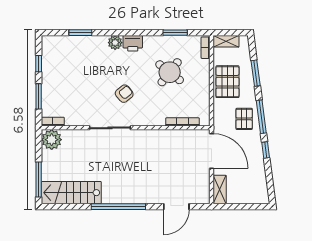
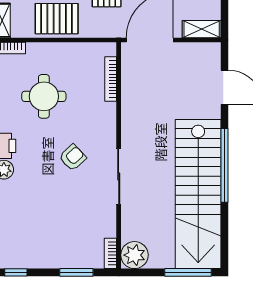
window: (39, 64) -> (16, 272), moved
round table: (170, 72) -> (44, 96), turned -38
armchair: (124, 94) -> (73, 157), turned 86
stairs: (71, 193) -> (198, 194), width x1.86, depth x1.51

